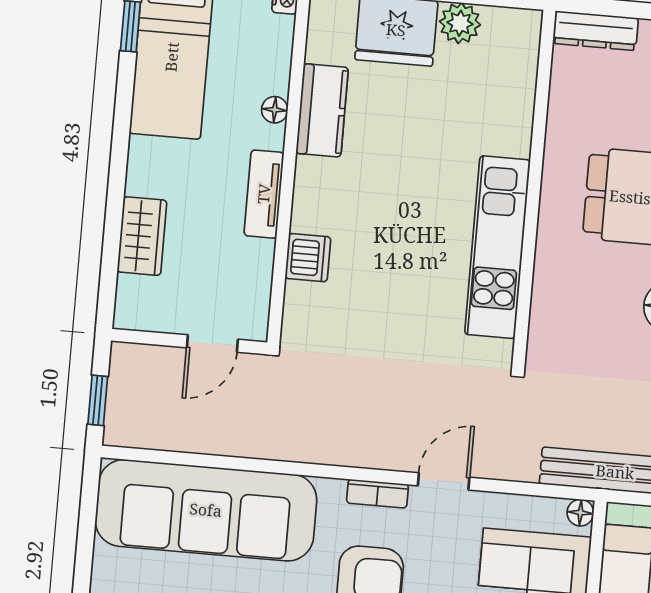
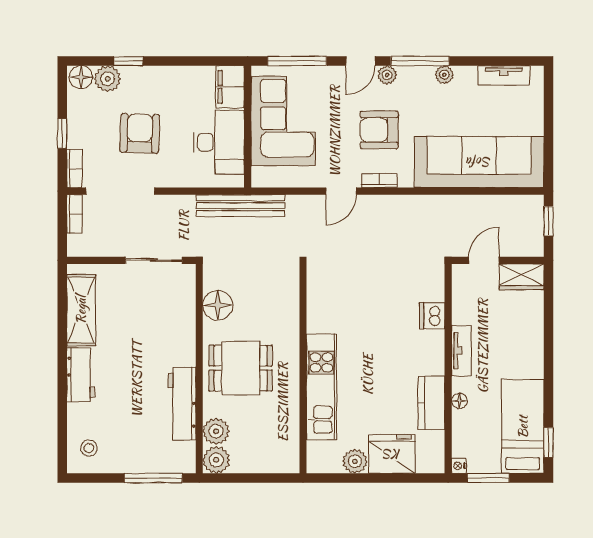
dresser: (596, 31) -> (275, 464), removed
wardrobe: (142, 236) -> (521, 277), moved, turned -90
kitchen unit: (497, 247) -> (321, 387), moved
floor lamp: (580, 513) -> (259, 180), removed

